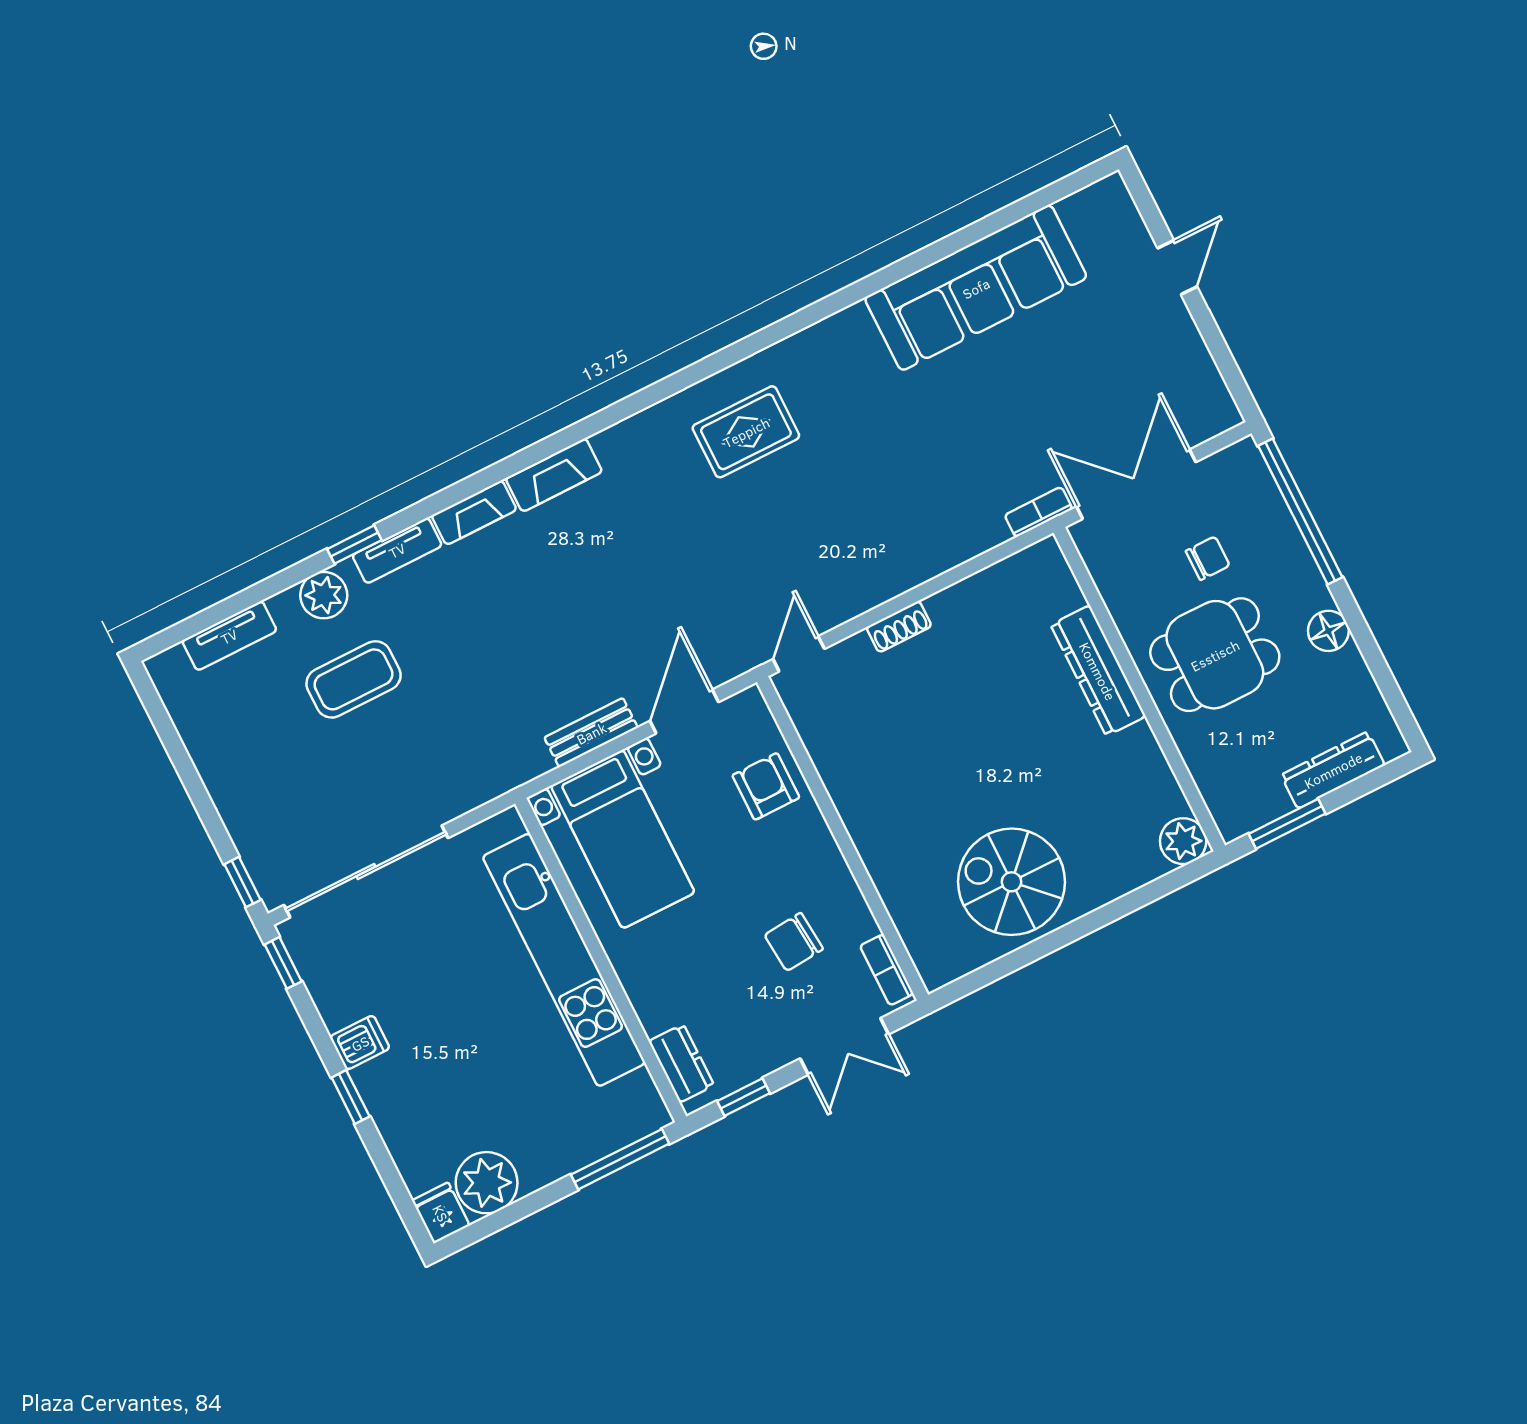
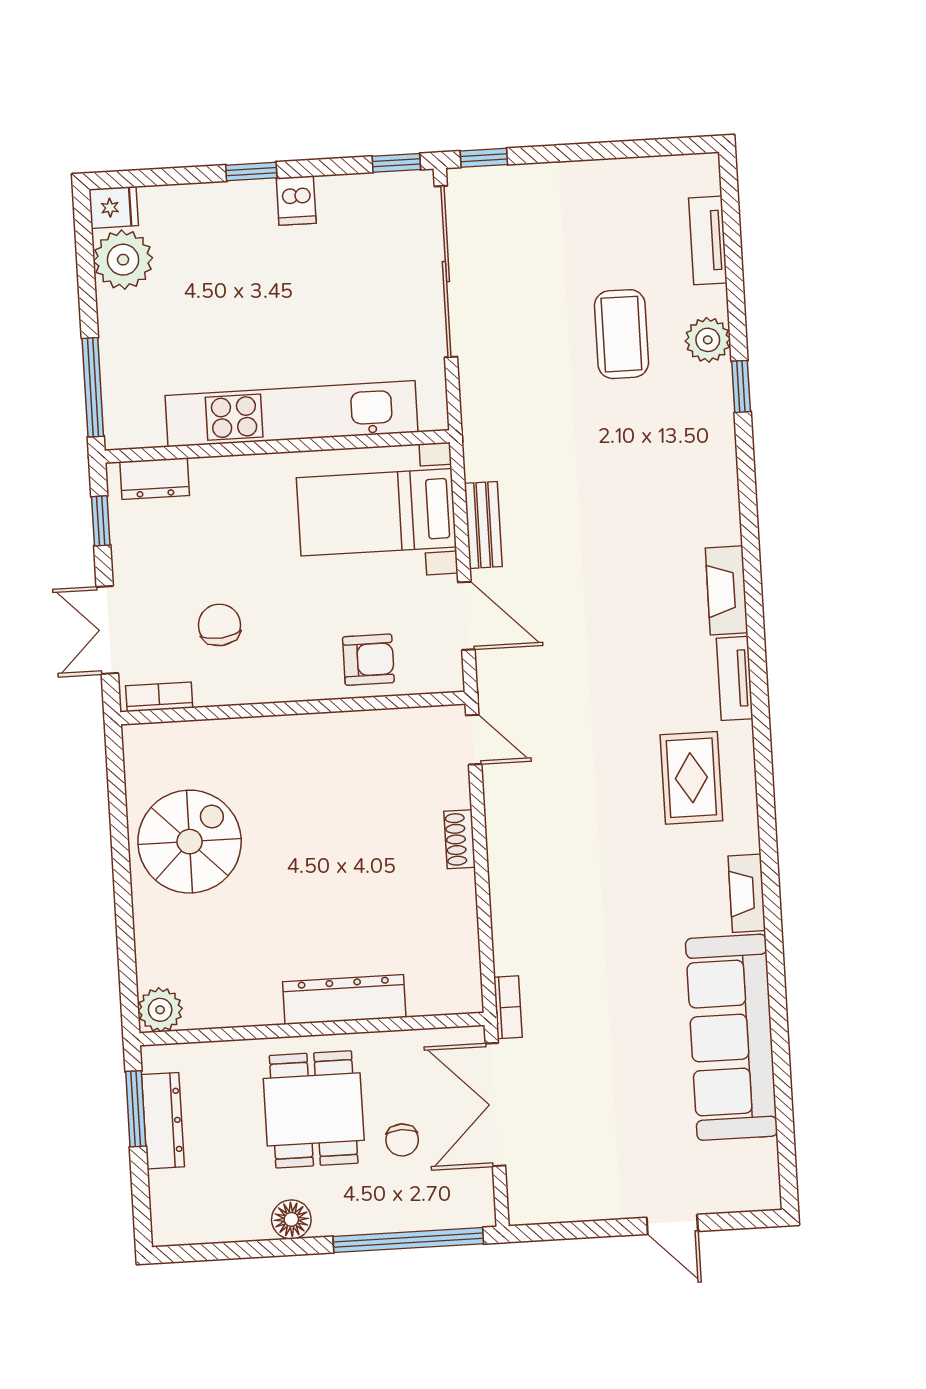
double door: (1136, 484) -> (495, 1105), swing flipped
fireplace: (474, 513) -> (747, 893), moved
tv unit: (397, 550) -> (735, 678), moved
dresser: (1333, 770) -> (163, 1121), moved

